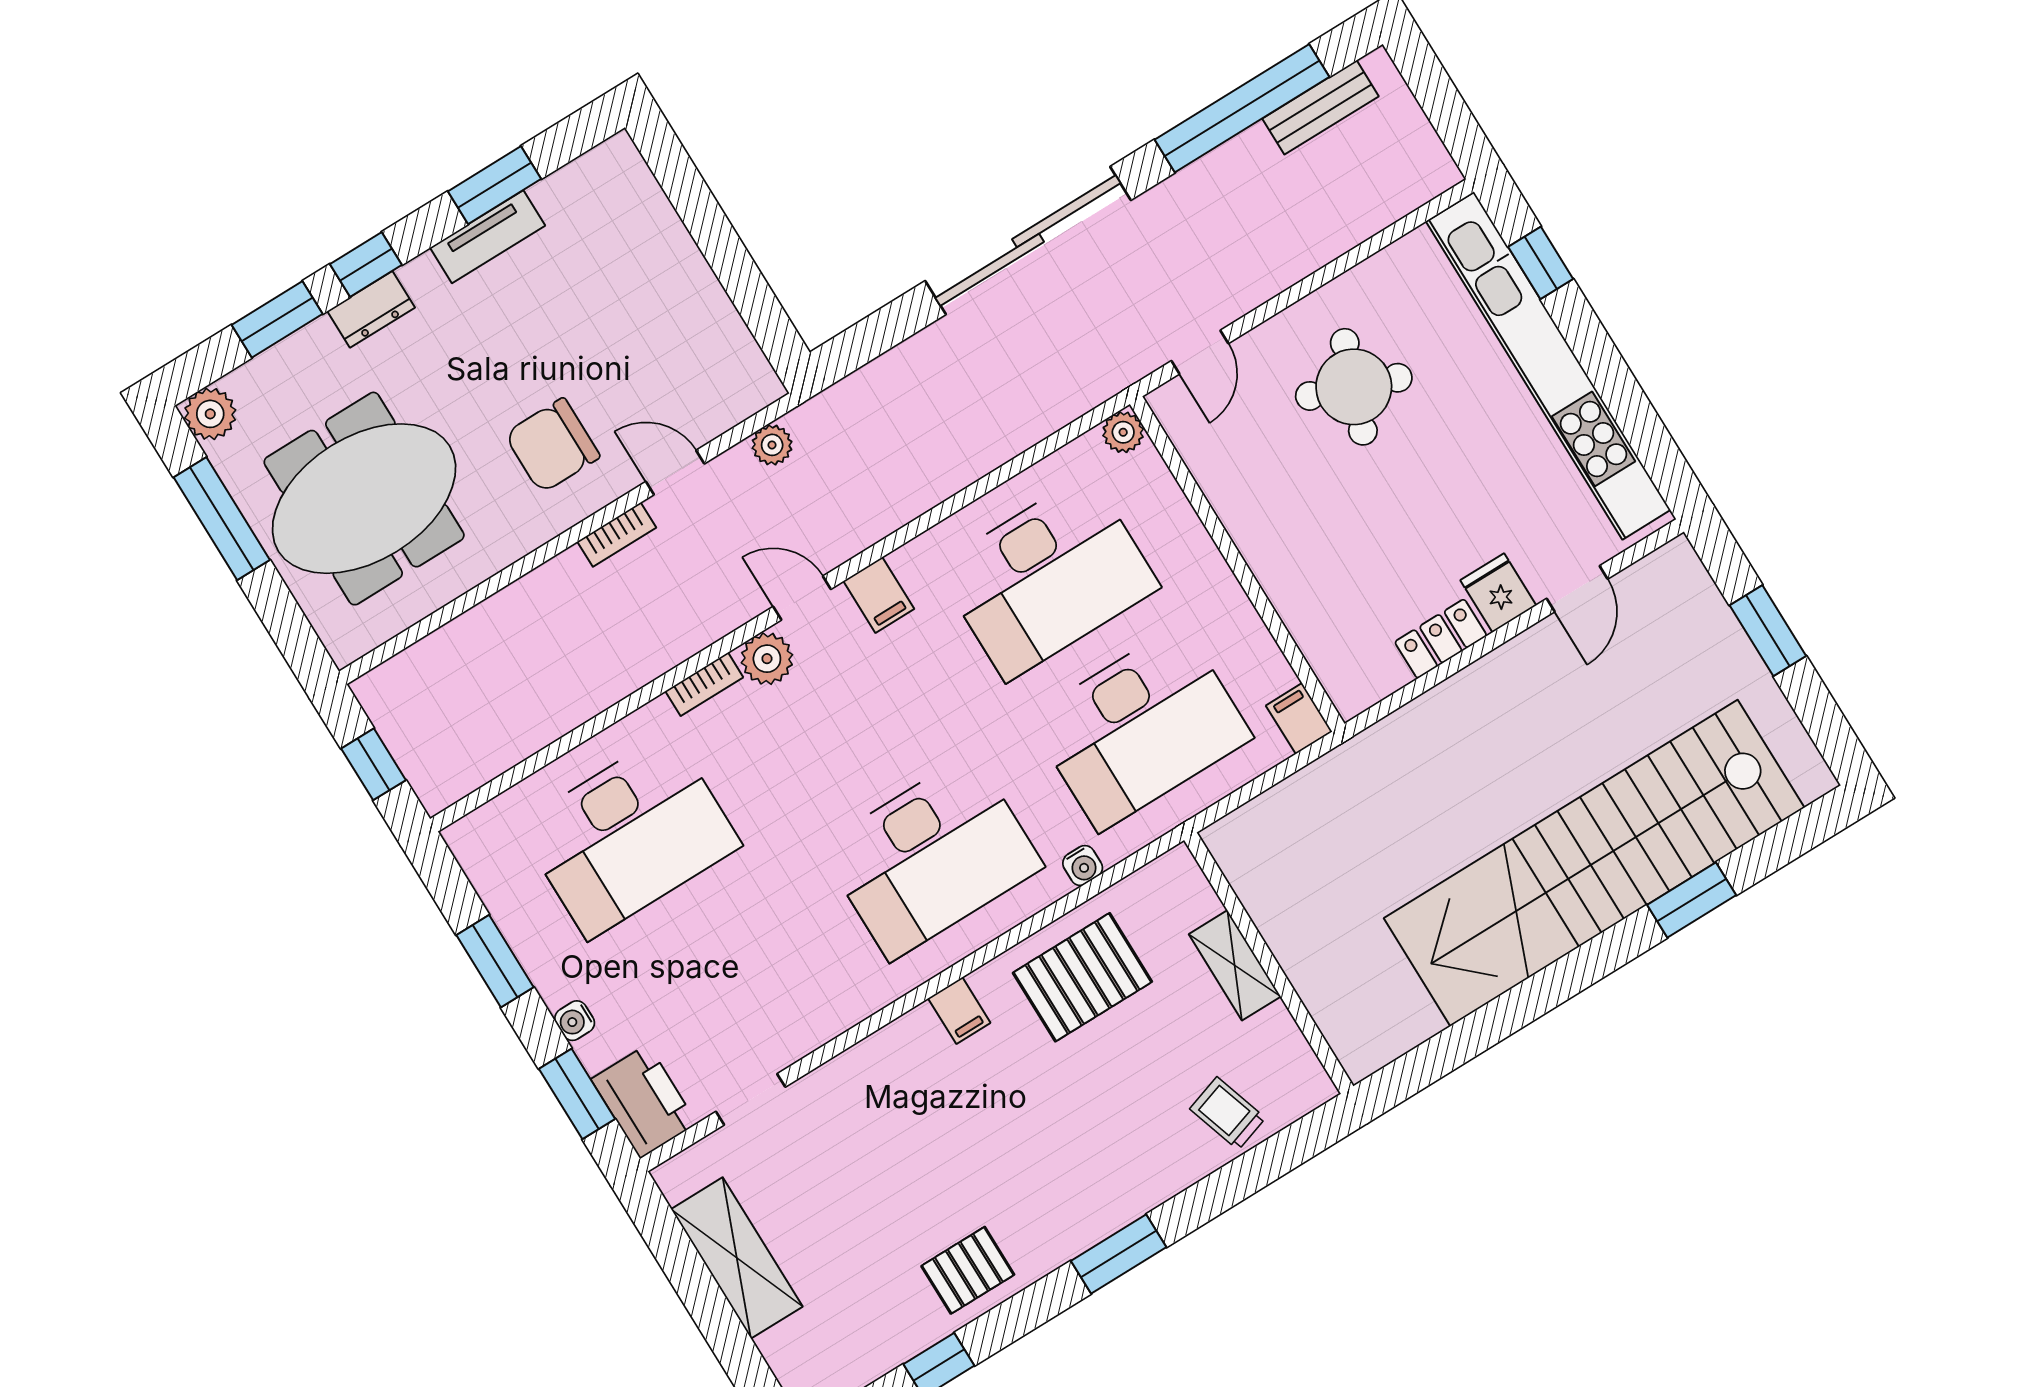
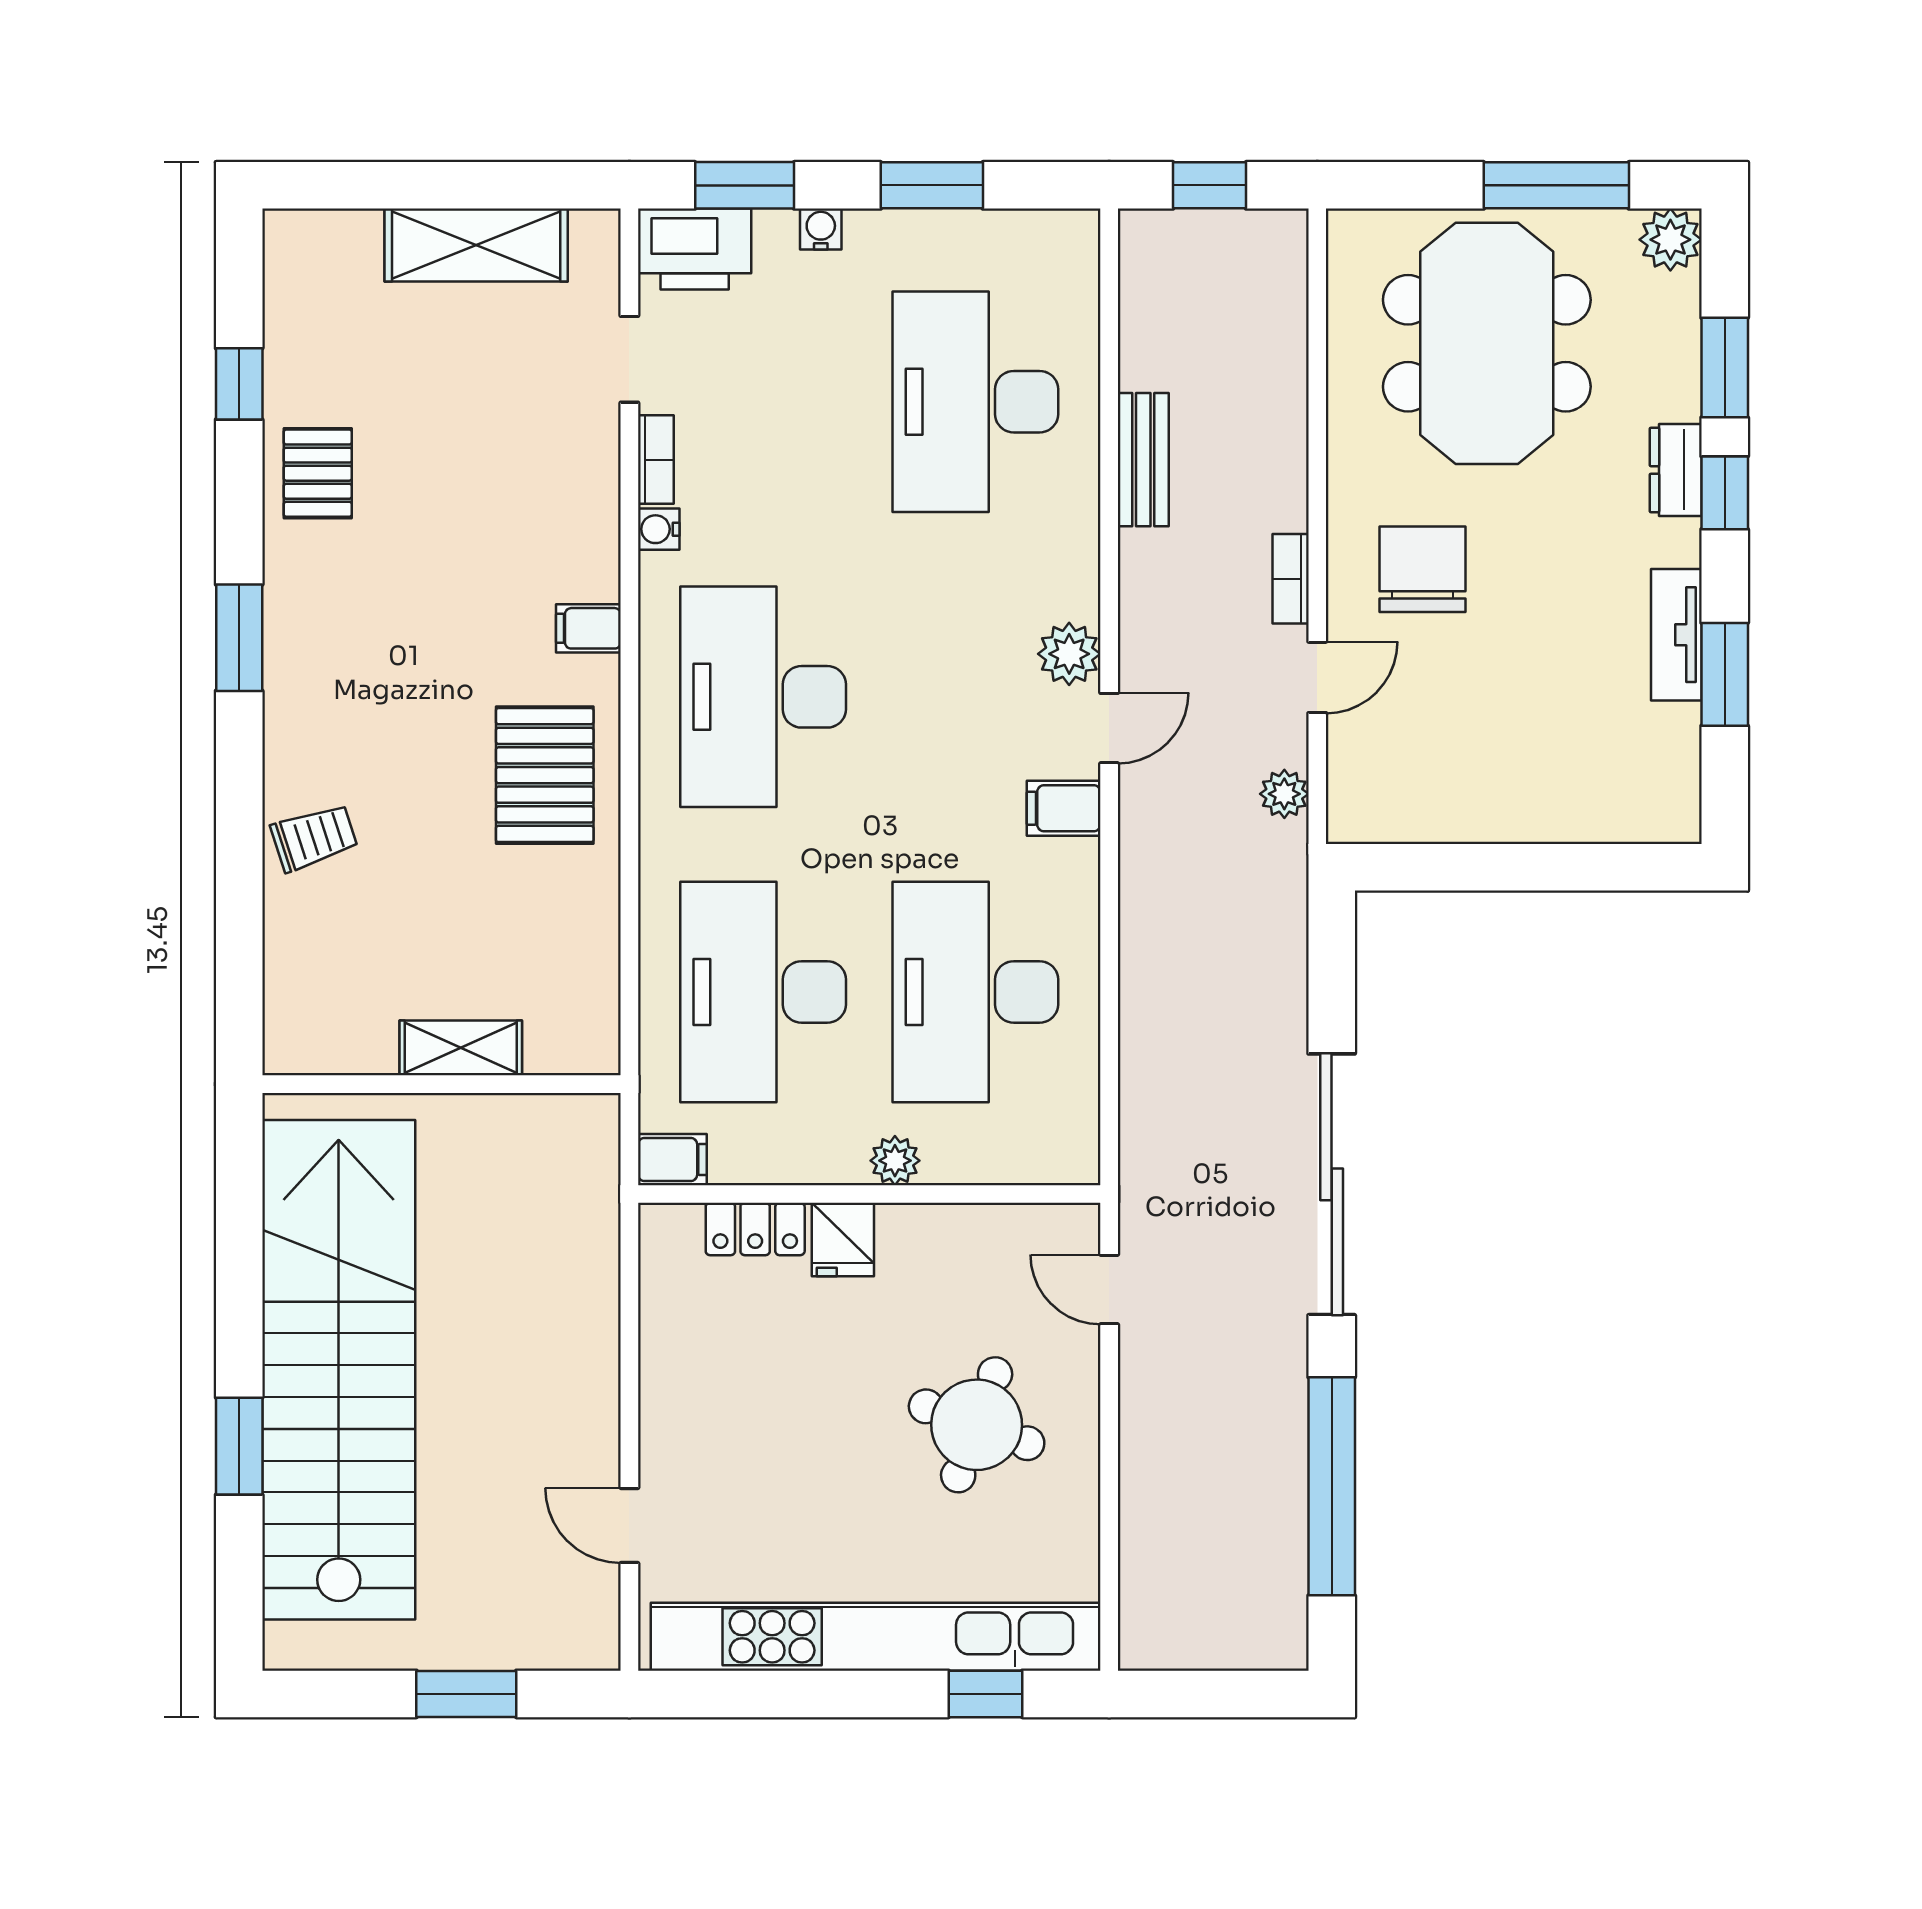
bench: (1320, 107) -> (1143, 460), moved
plant: (1123, 432) -> (895, 1161), moved
fridge: (1498, 593) -> (843, 1240), moved, turned 90
locker: (1441, 639) -> (755, 1229), moved, turned 90
bookcase: (704, 684) -> (656, 460), moved, turned 180
water cooler: (1083, 866) -> (659, 529), moved
wall: (1269, 963) -> (442, 1084), moved
shelving: (1235, 965) -> (461, 1048), moved

